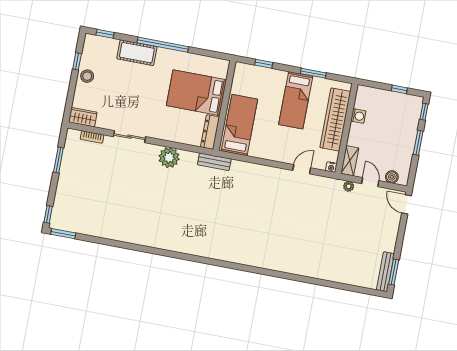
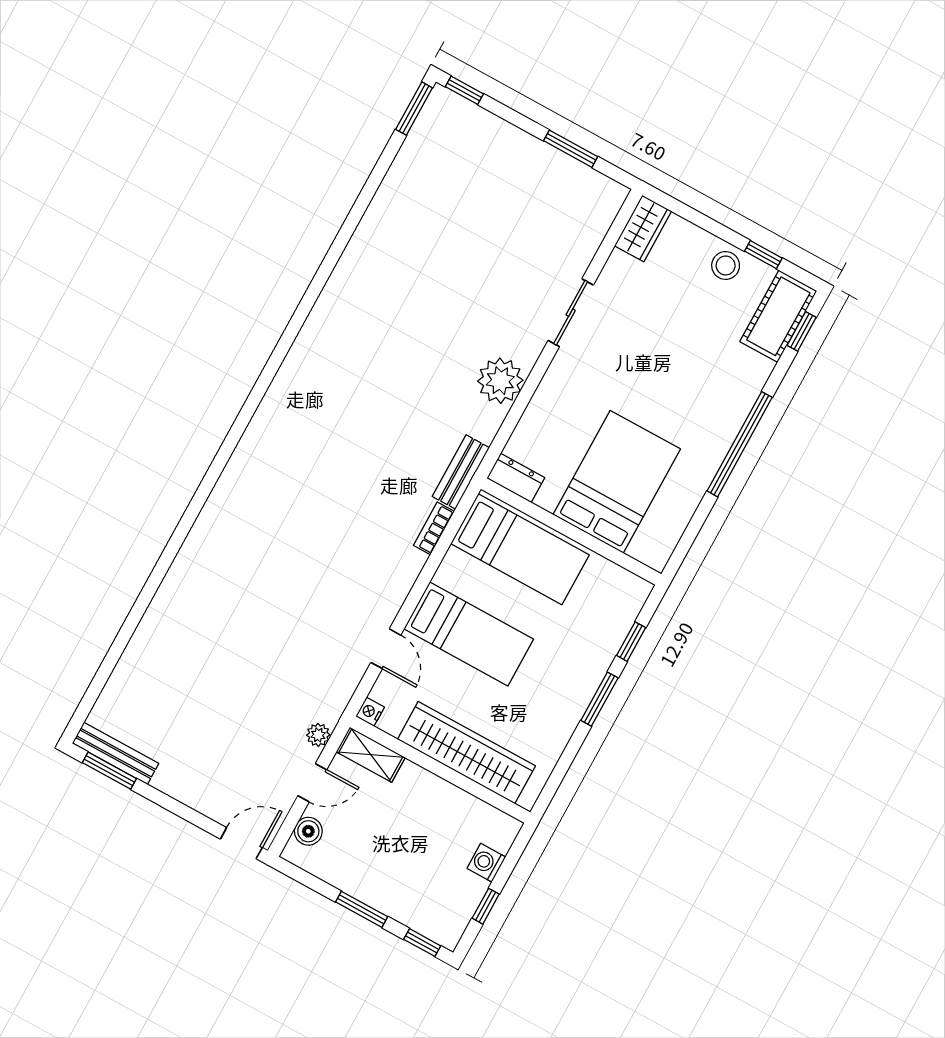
cot: (137, 53) -> (778, 316), moved
window: (313, 73) -> (599, 699), moved
bed: (296, 100) -> (469, 634), moved, turned 180
washing machine: (358, 116) -> (486, 863), moved, turned 90
dresser: (210, 132) -> (516, 478), width x0.70
bookcase: (92, 137) -> (434, 528), moved

